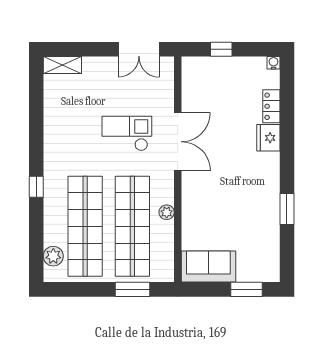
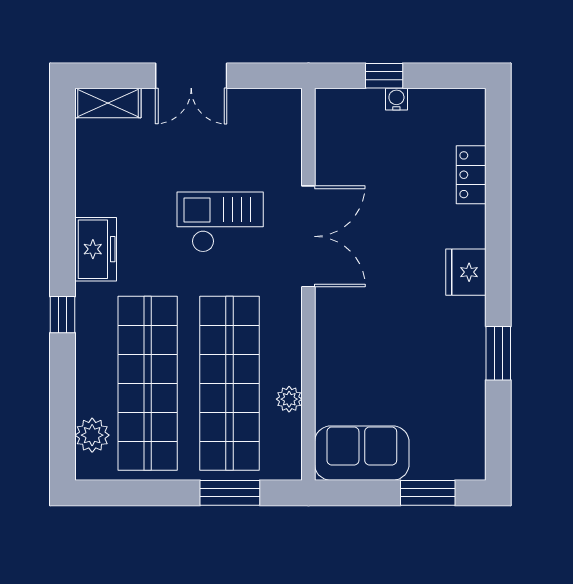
double door: (139, 49) -> (191, 76), moved
water cooler: (274, 63) -> (396, 99), moved
fridge: (268, 138) -> (466, 272), moved
freezer: (55, 149) -> (96, 249), added
plant: (167, 212) -> (289, 399), moved

